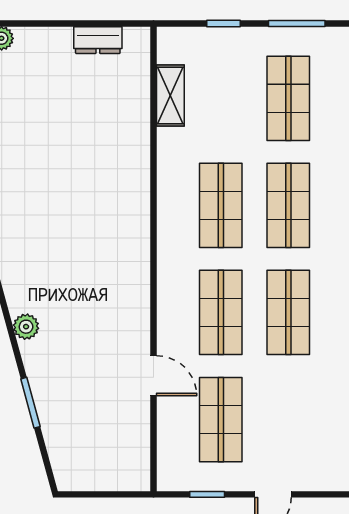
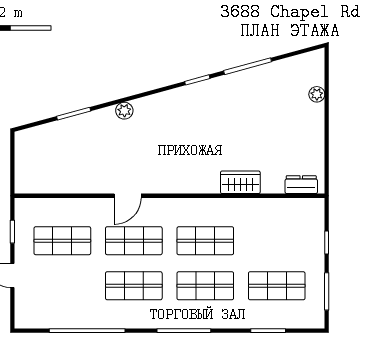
dresser: (98, 40) -> (301, 185), moved, turned 90
shelving: (170, 95) -> (279, 207), removed
wardrobe: (133, 153) -> (240, 182), added
door: (153, 376) -> (128, 196), moved

